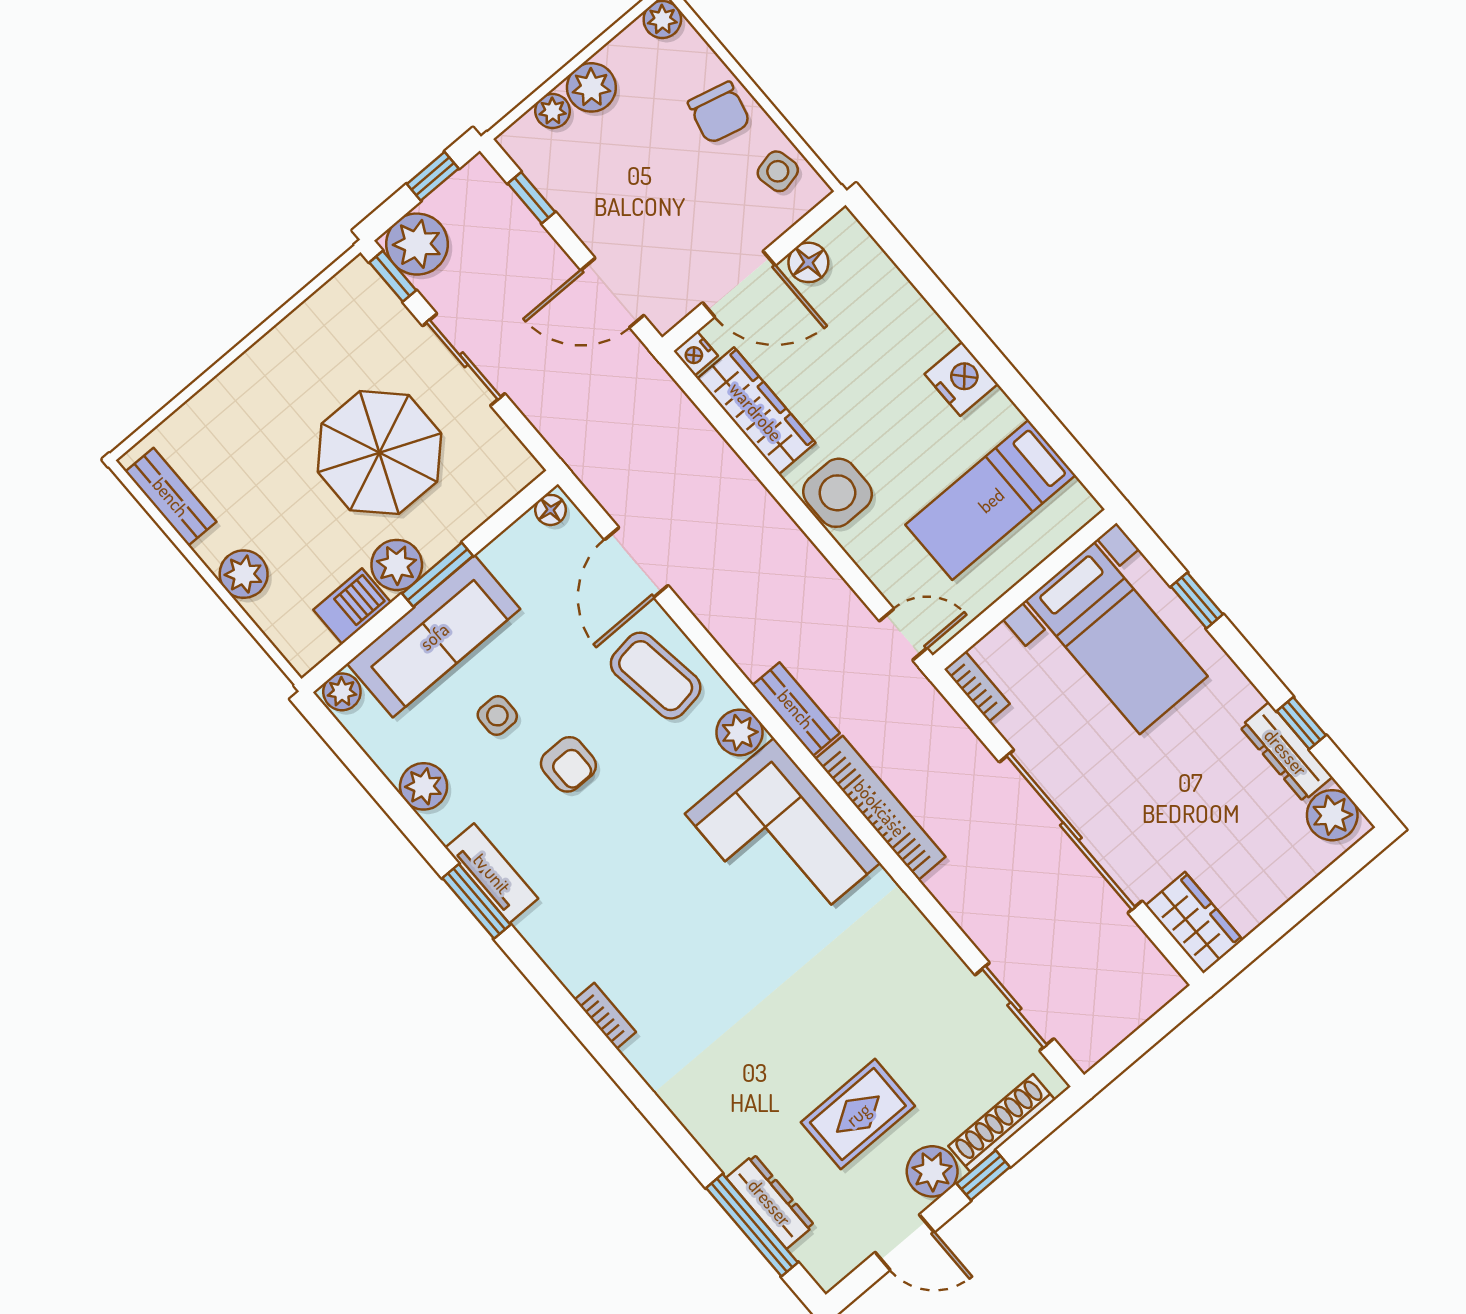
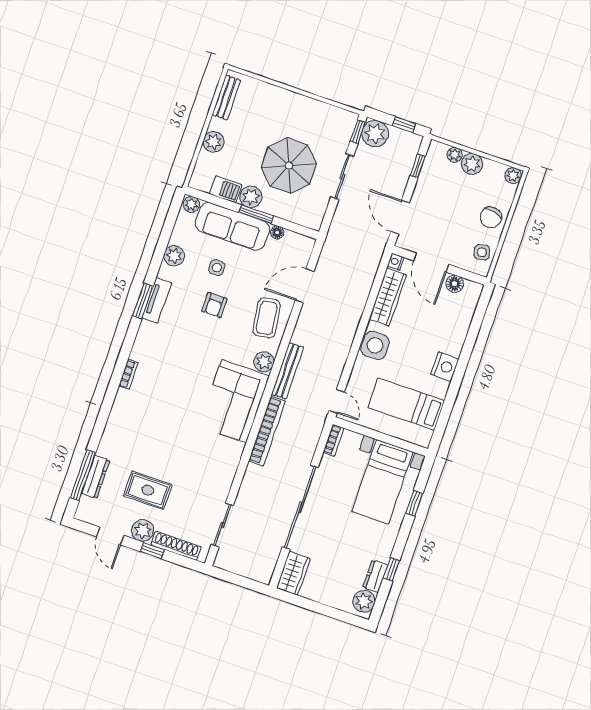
floor lamp: (551, 510) -> (277, 232), moved
bench: (796, 709) -> (287, 371), width x1.36
dresser: (1286, 752) -> (375, 576), width x0.70

